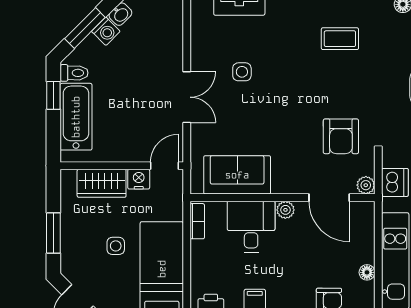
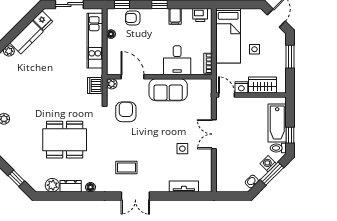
washing machine: (106, 31) -> (268, 164), moved
door: (165, 166) -> (227, 95), swing flipped
sofa: (237, 175) -> (168, 90), moved
plant: (285, 210) -> (158, 70), removed

